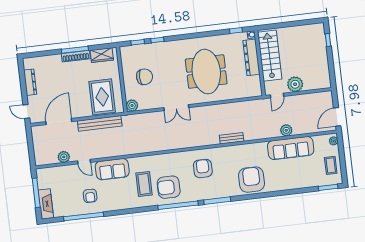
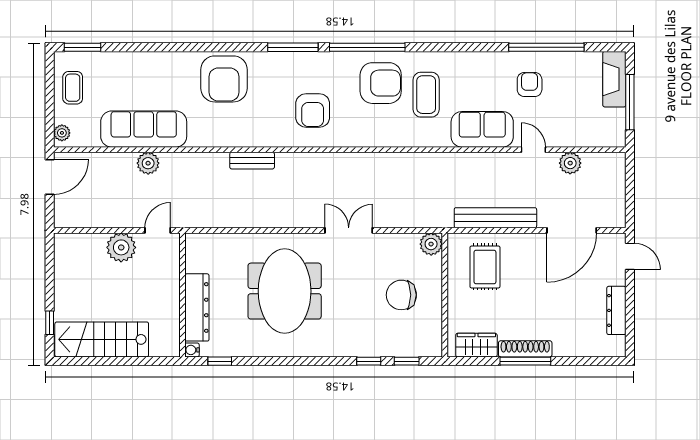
stairs: (270, 56) -> (102, 339), moved, turned 90
rug: (102, 97) -> (485, 267), width x0.73, depth x0.70

